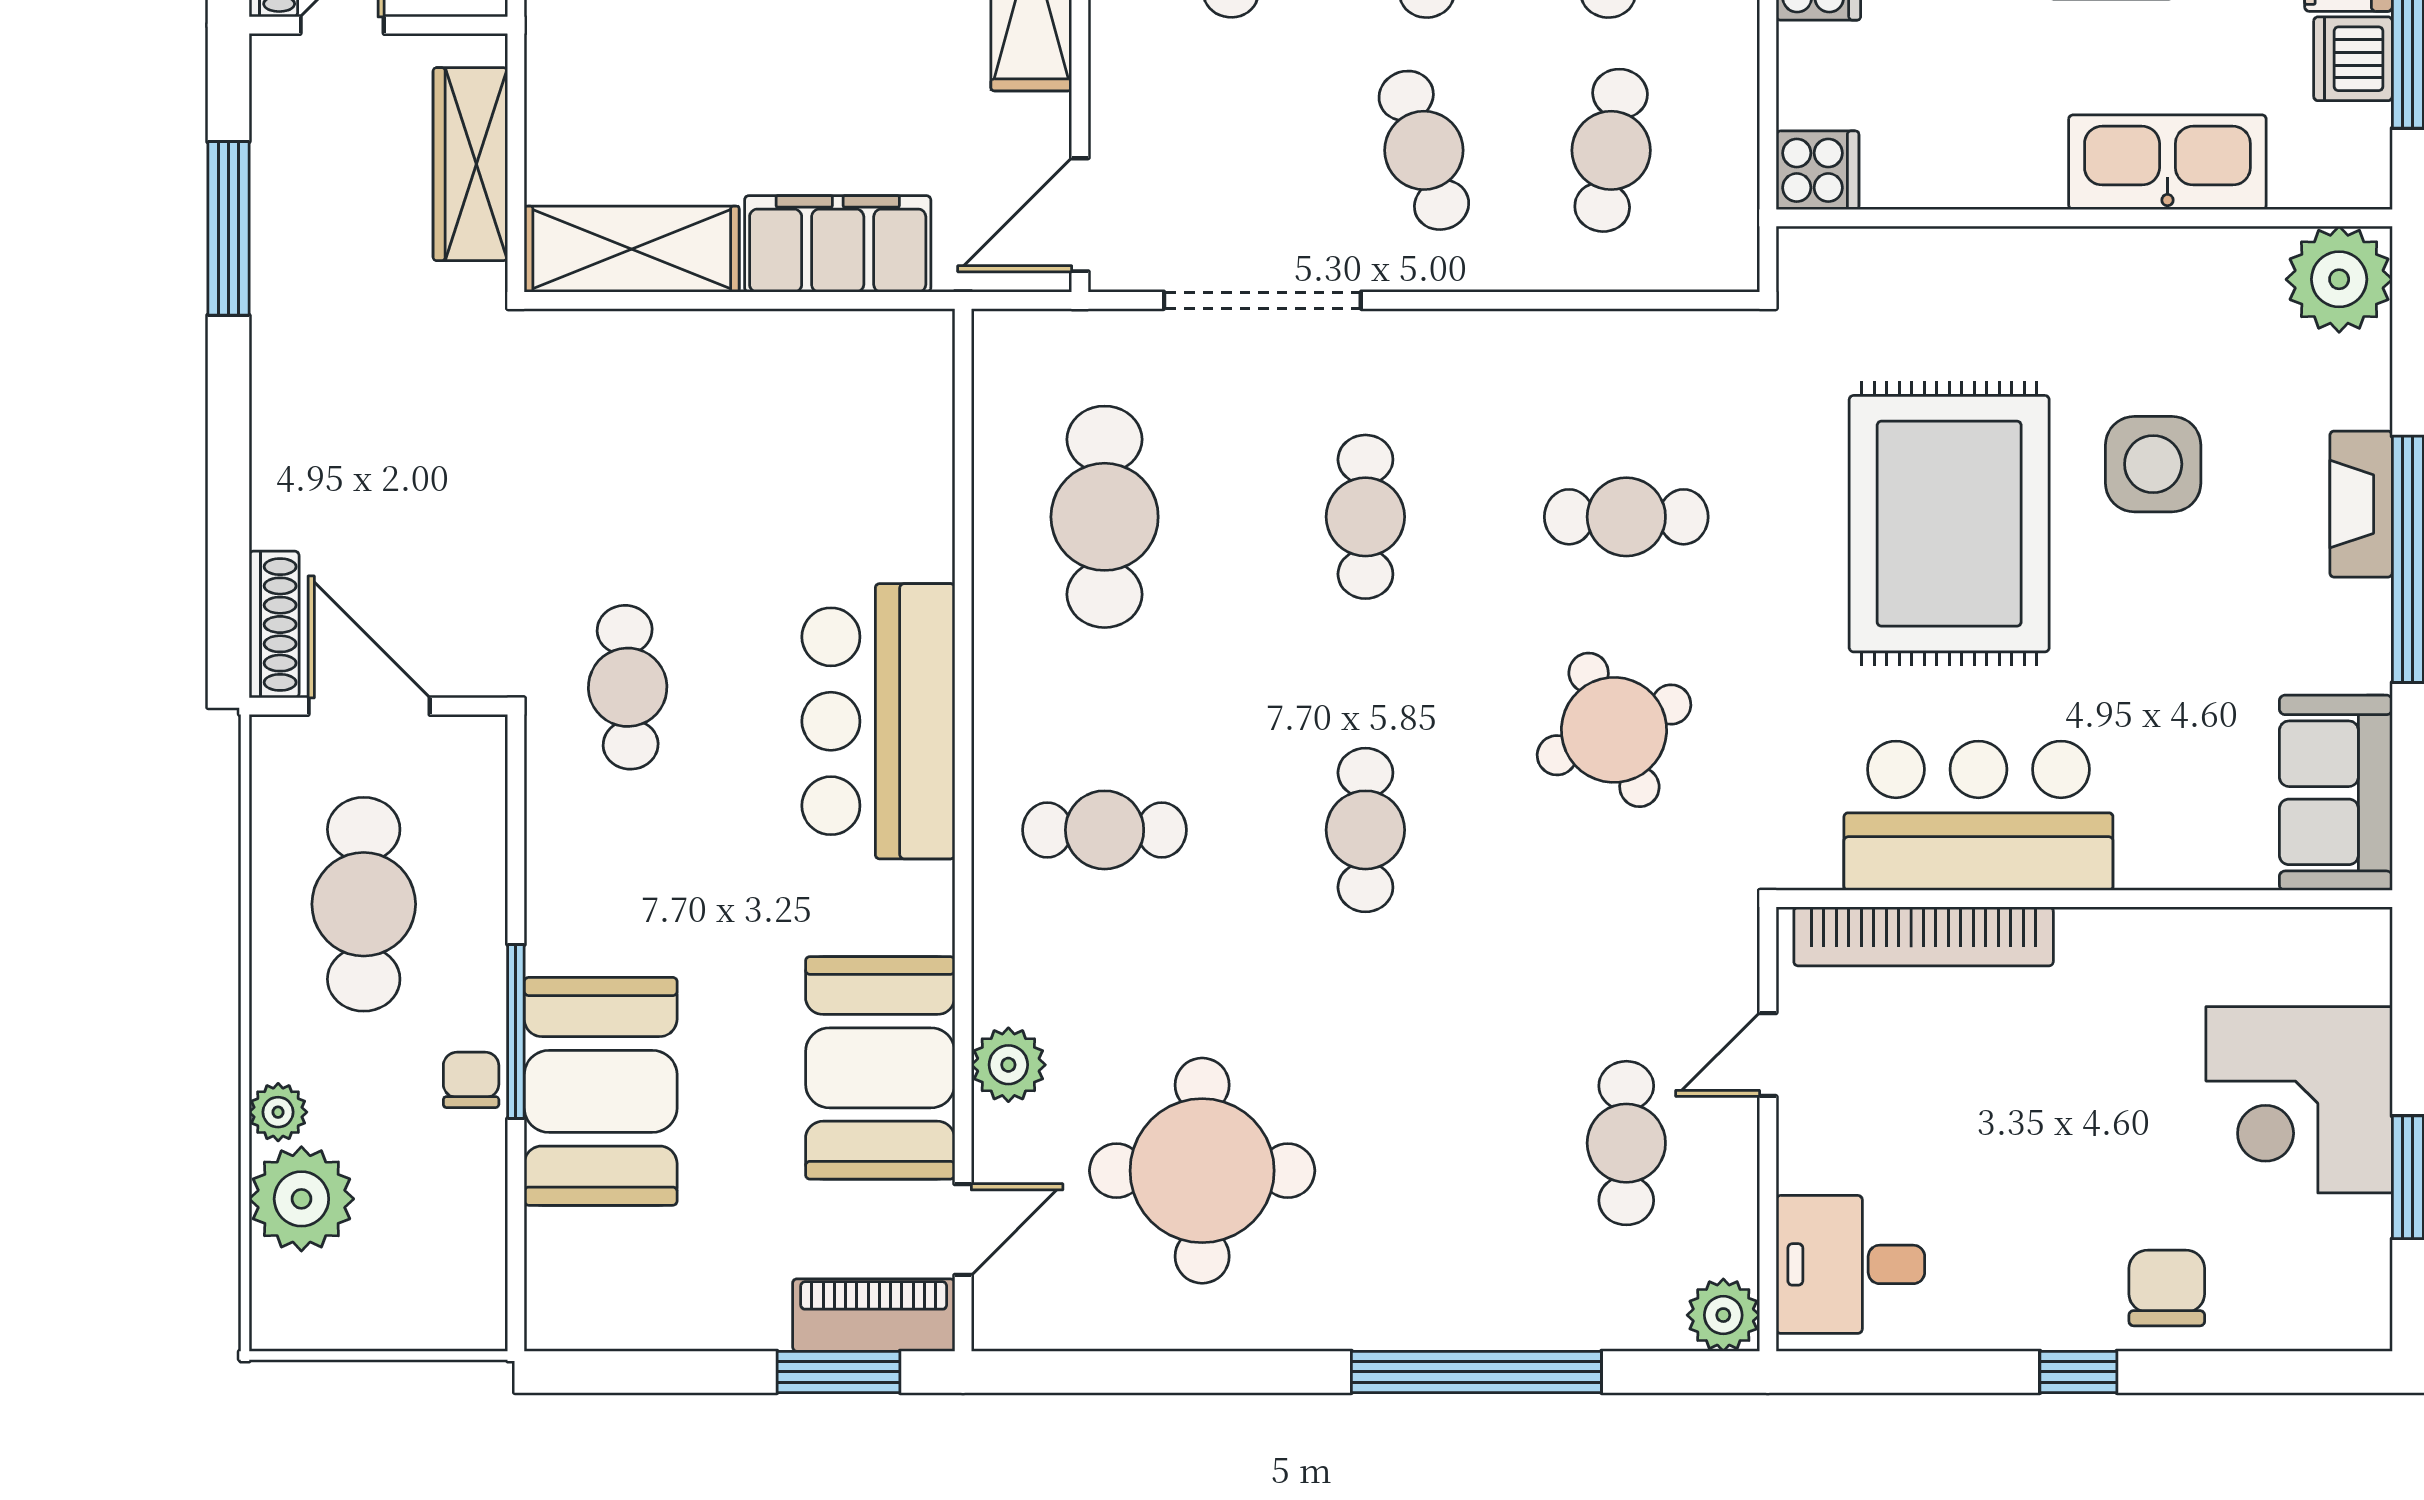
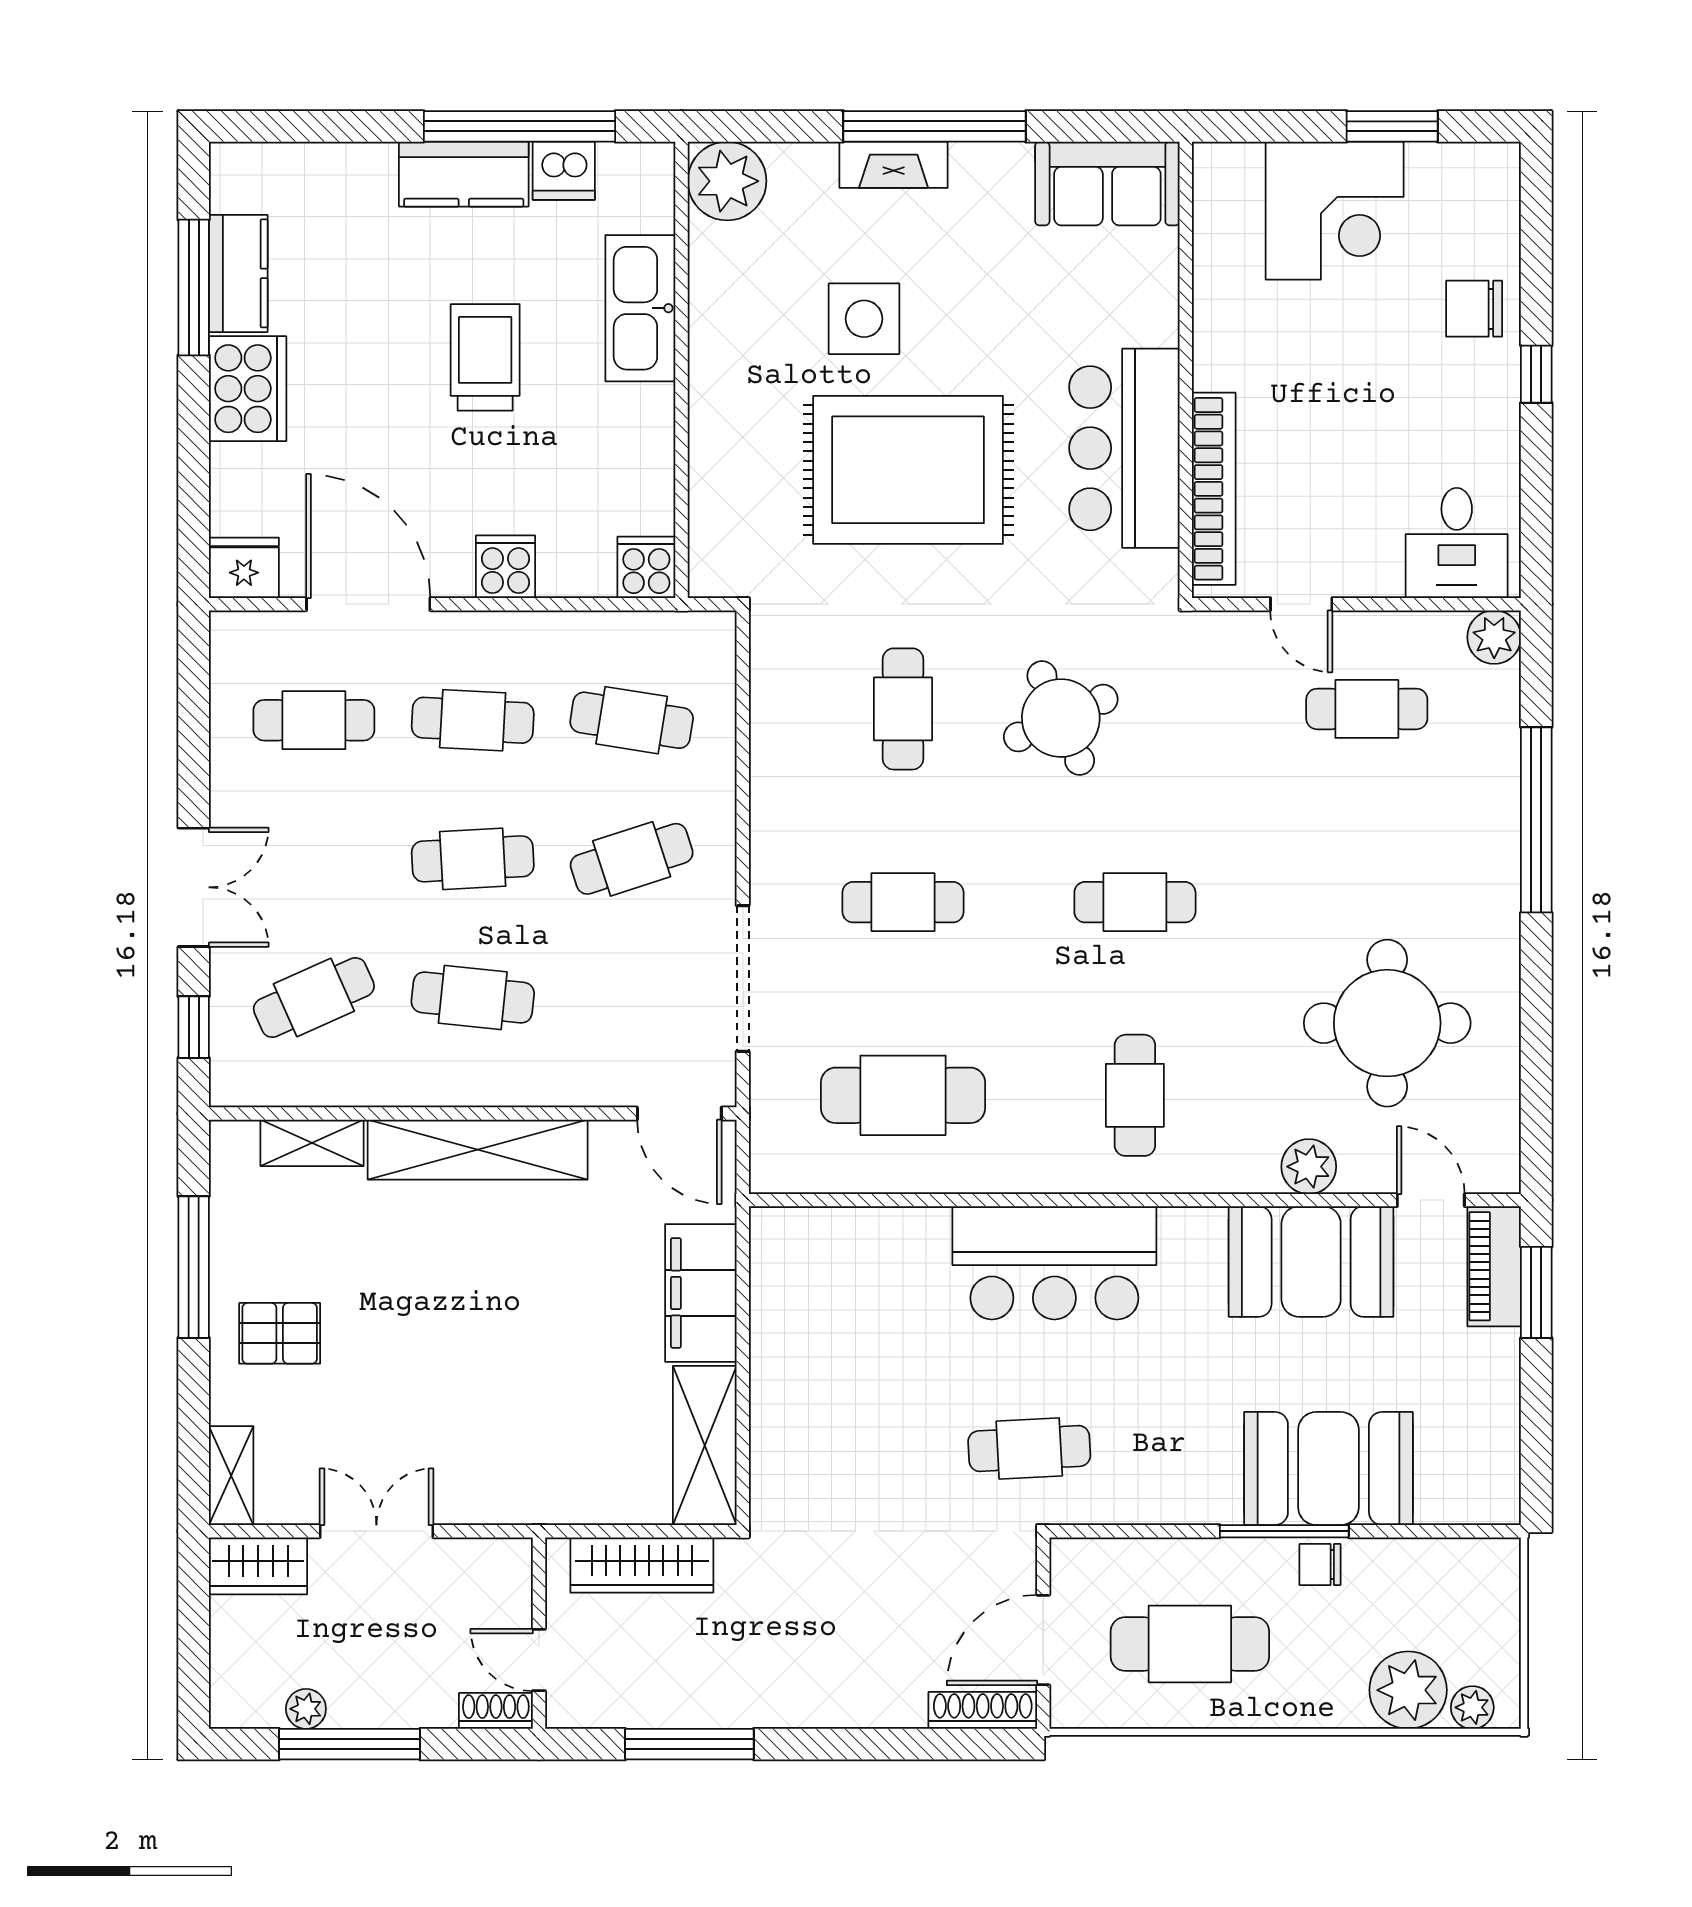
plant: (278, 1112) -> (1472, 1707), moved

